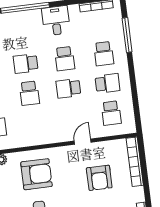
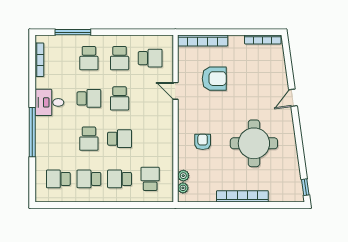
school desk: (104, 54) -> (89, 58), turned 90
school desk: (107, 83) -> (120, 58), turned 180
armchair: (36, 174) -> (203, 142), width x0.53, depth x0.53

